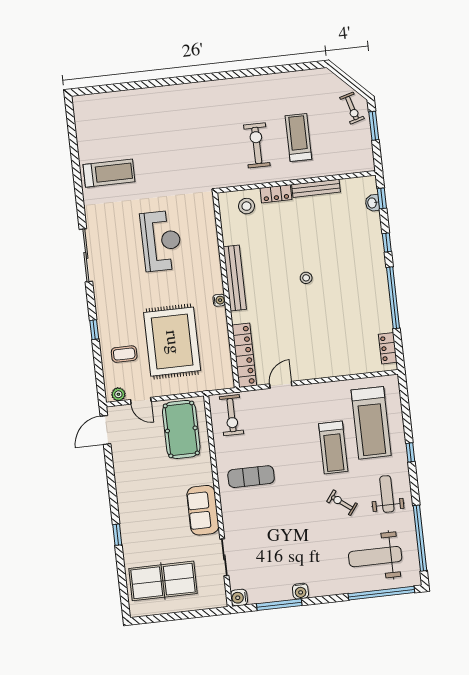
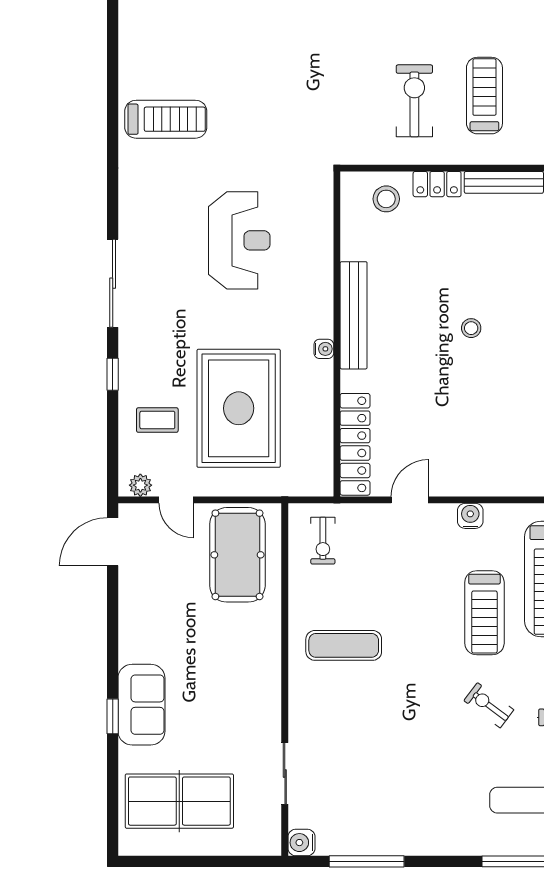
sliding door: (86, 255) -> (113, 283), moved
exercise bike: (231, 415) -> (323, 541), width x0.73, depth x0.72
sofa: (203, 510) -> (141, 705), moved, turned 180
water cooler: (300, 591) -> (470, 516), moved, turned 180

